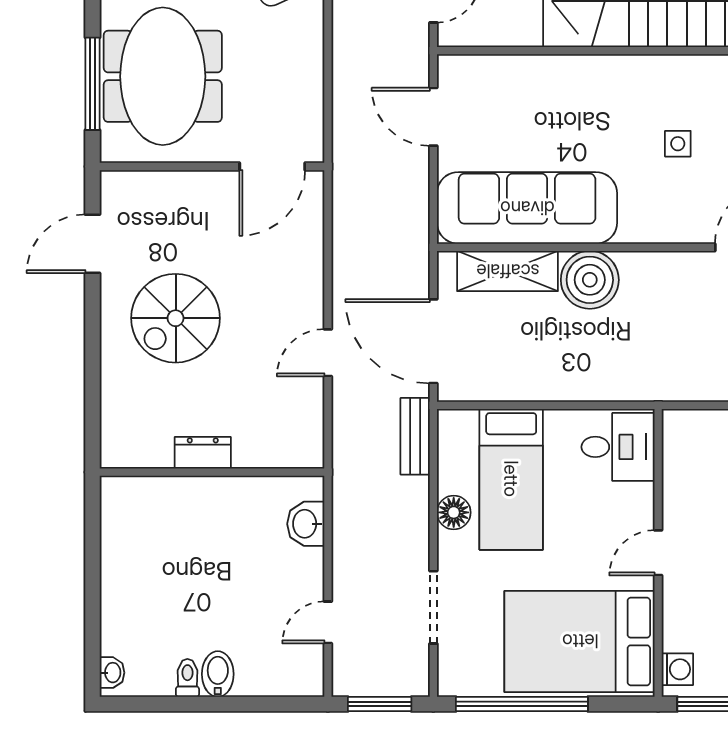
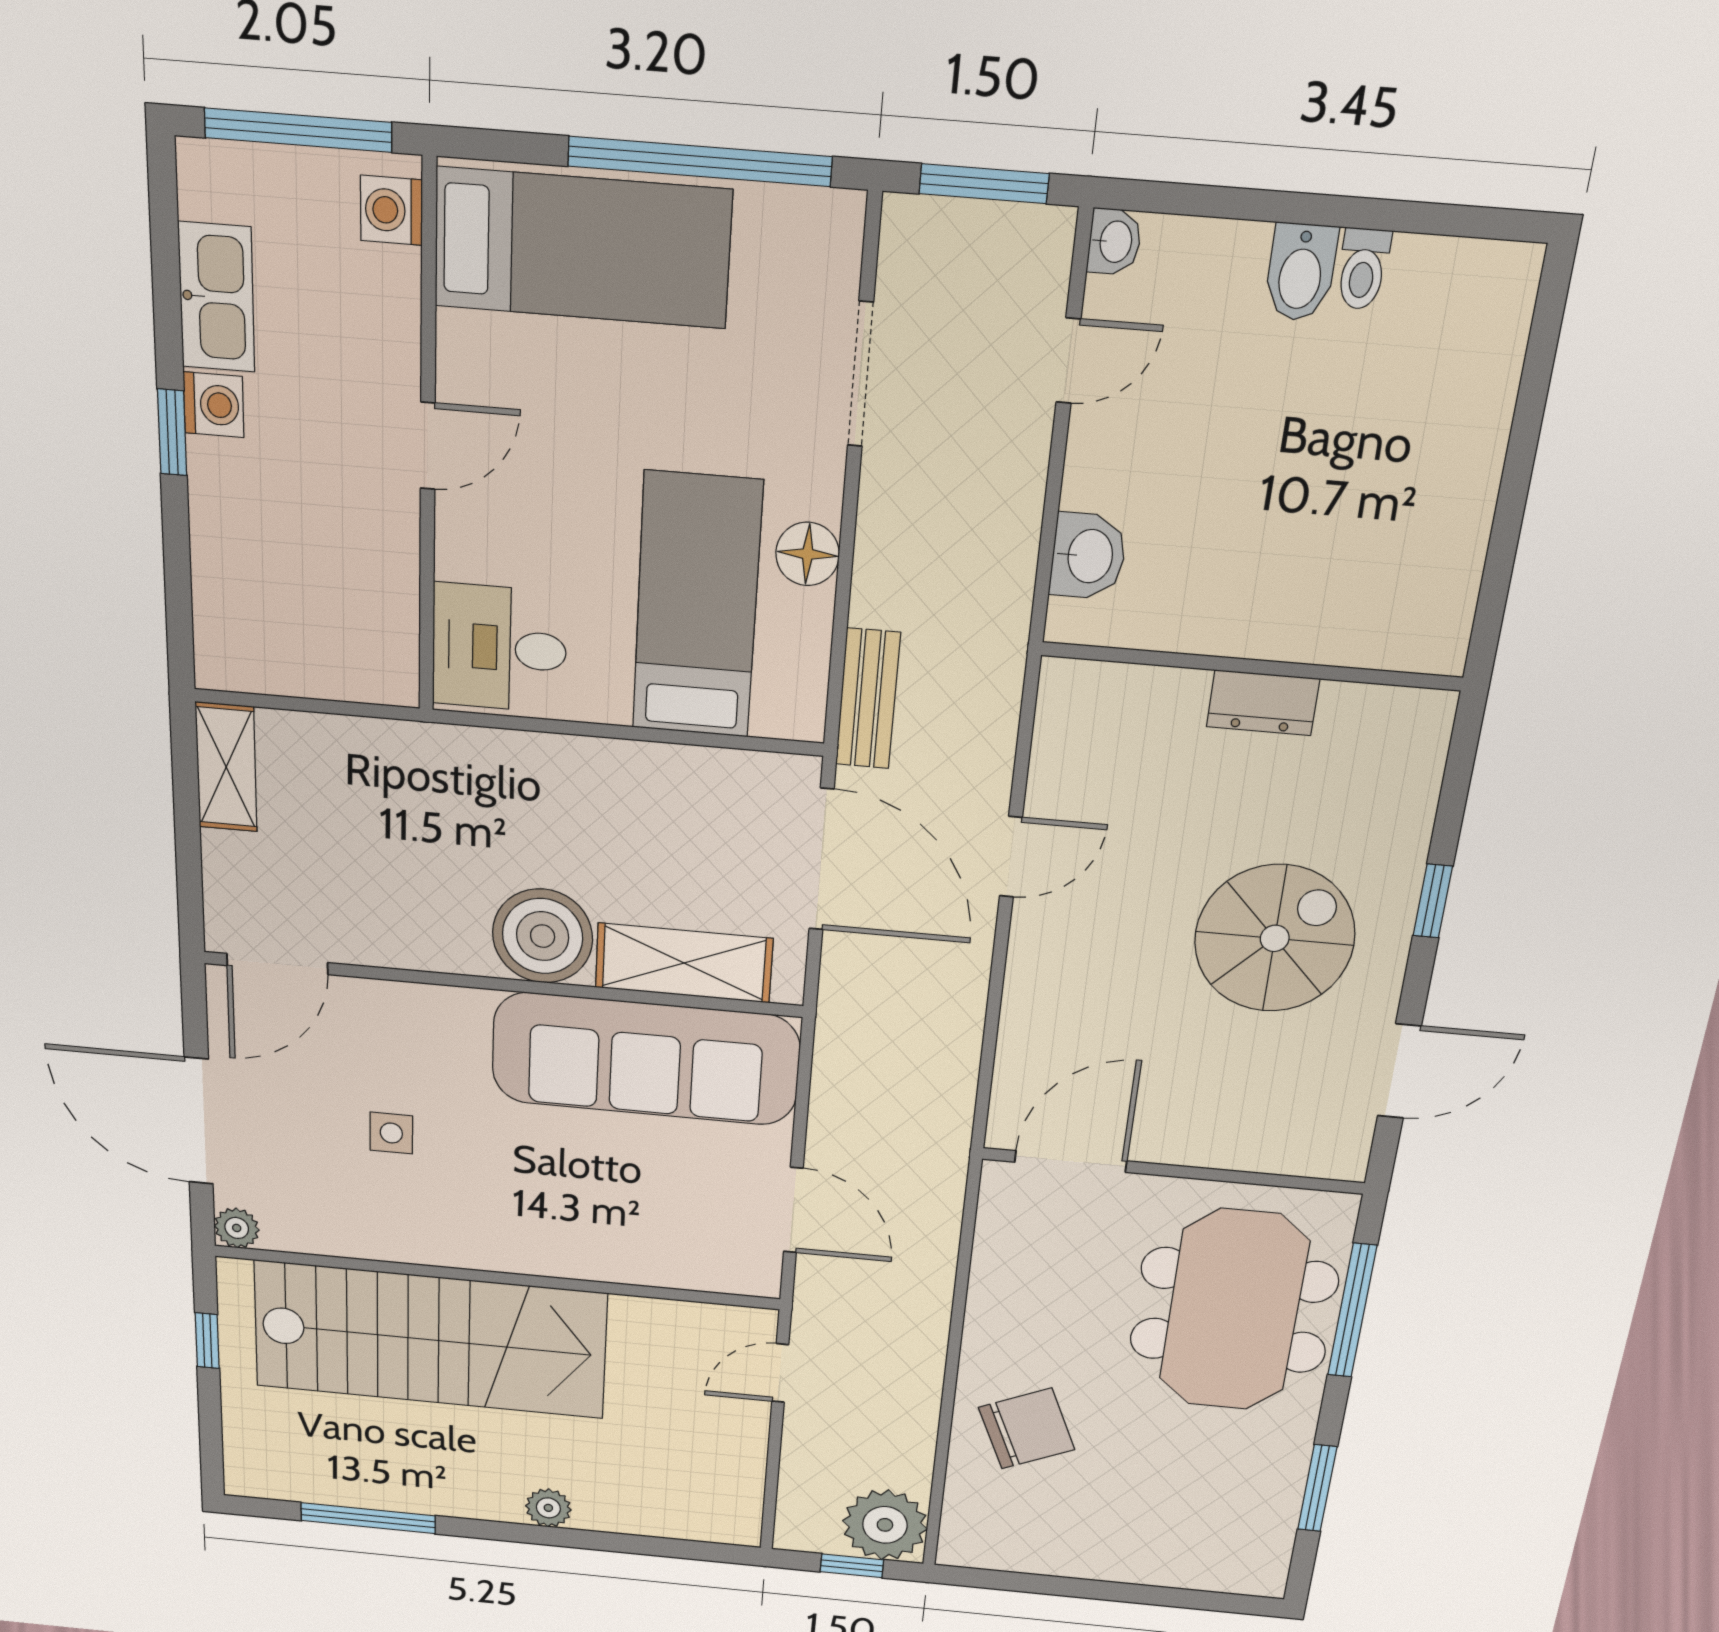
window: (93, 349) -> (1433, 901), added
bed: (580, 641) -> (582, 248), width x0.67
washbasin: (112, 673) -> (1114, 242), moved, turned 180

